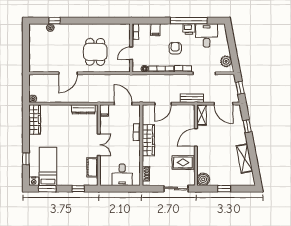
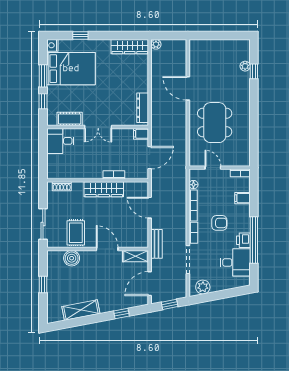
dining table: (95, 52) -> (215, 123), width x1.38
bed: (48, 166) -> (71, 69), width x1.50
desk: (122, 175) -> (60, 141), moved
boiler: (203, 179) -> (72, 258), moved
window: (47, 189) -> (43, 76), moved

